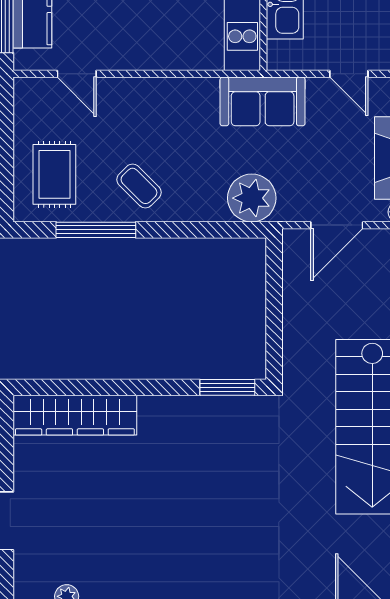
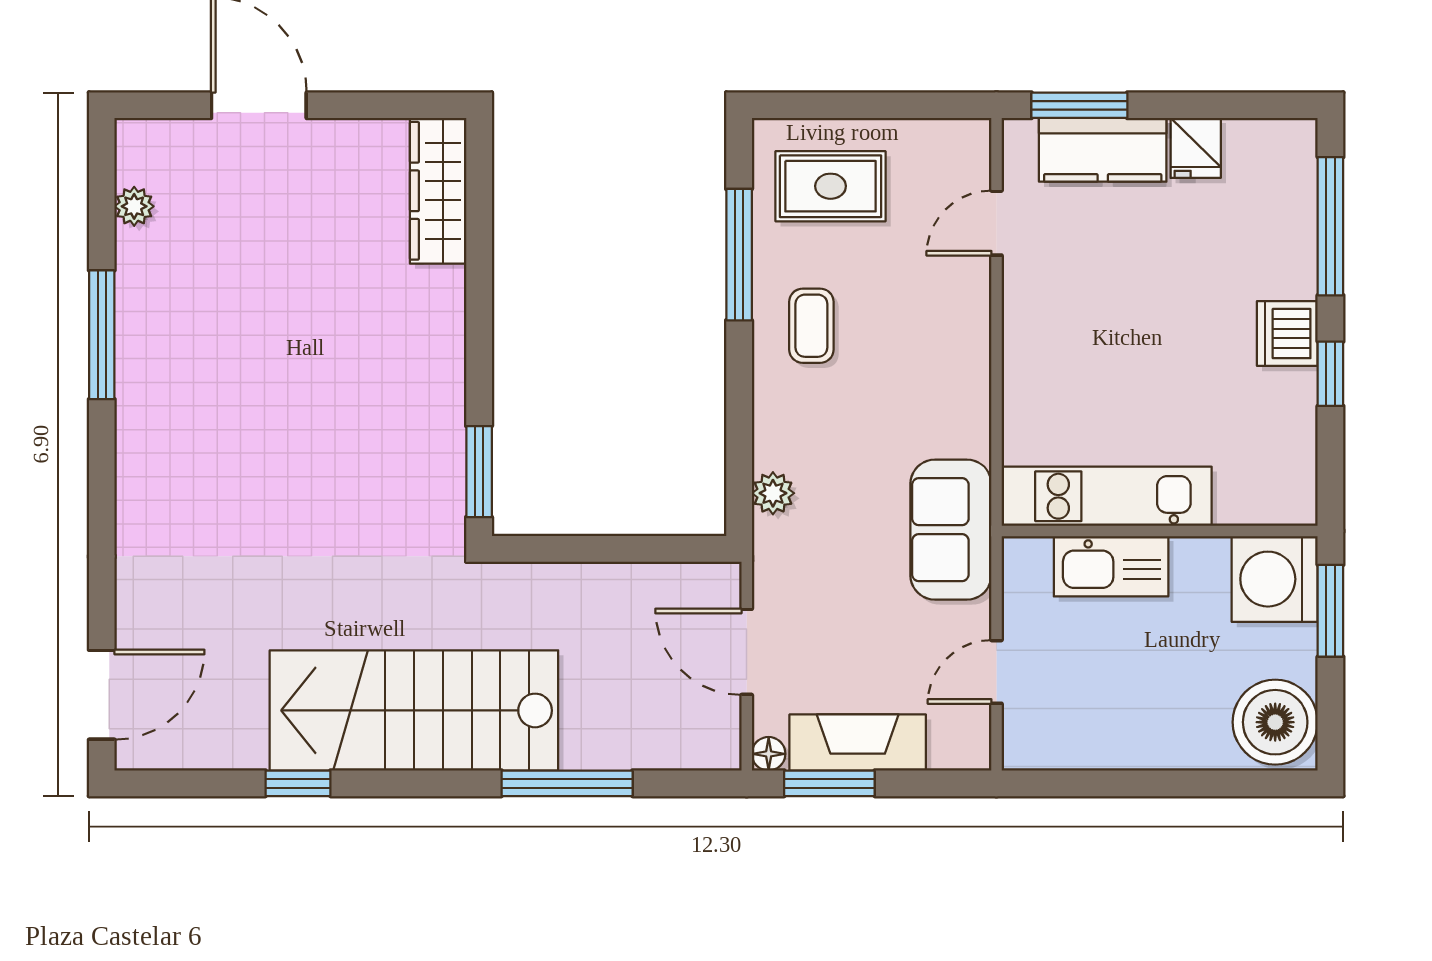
coffee table: (139, 186) -> (811, 326), turned -45
plant: (252, 198) -> (773, 493), width x0.53, depth x0.53
wardrobe: (75, 415) -> (438, 191), width x0.71, depth x0.85

